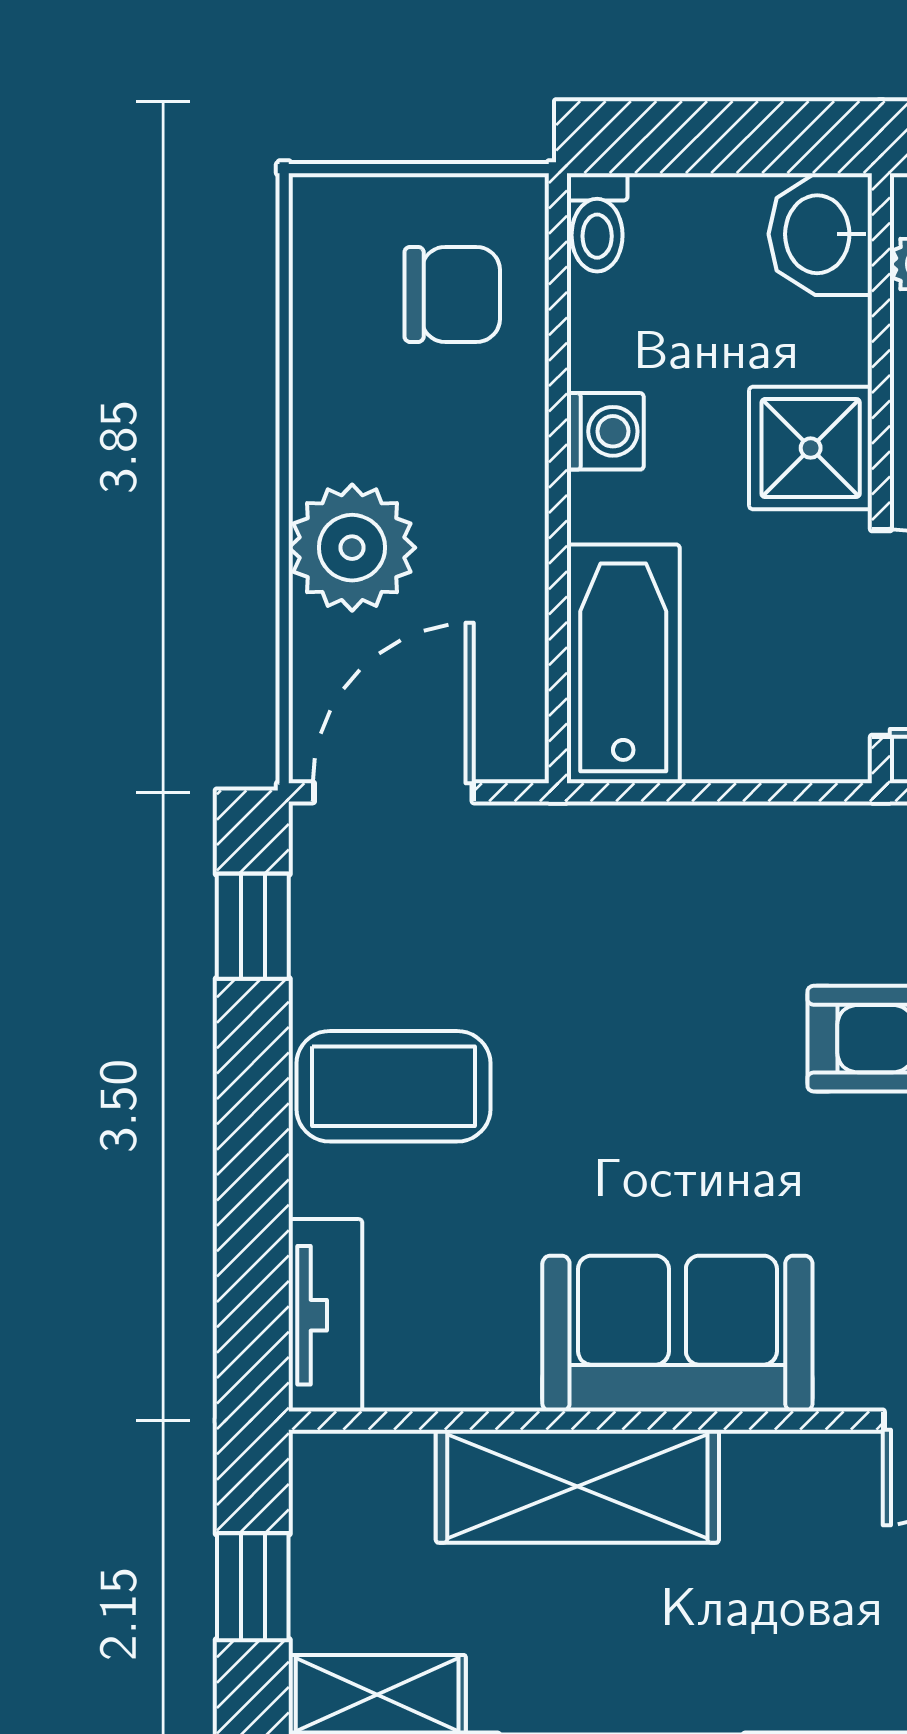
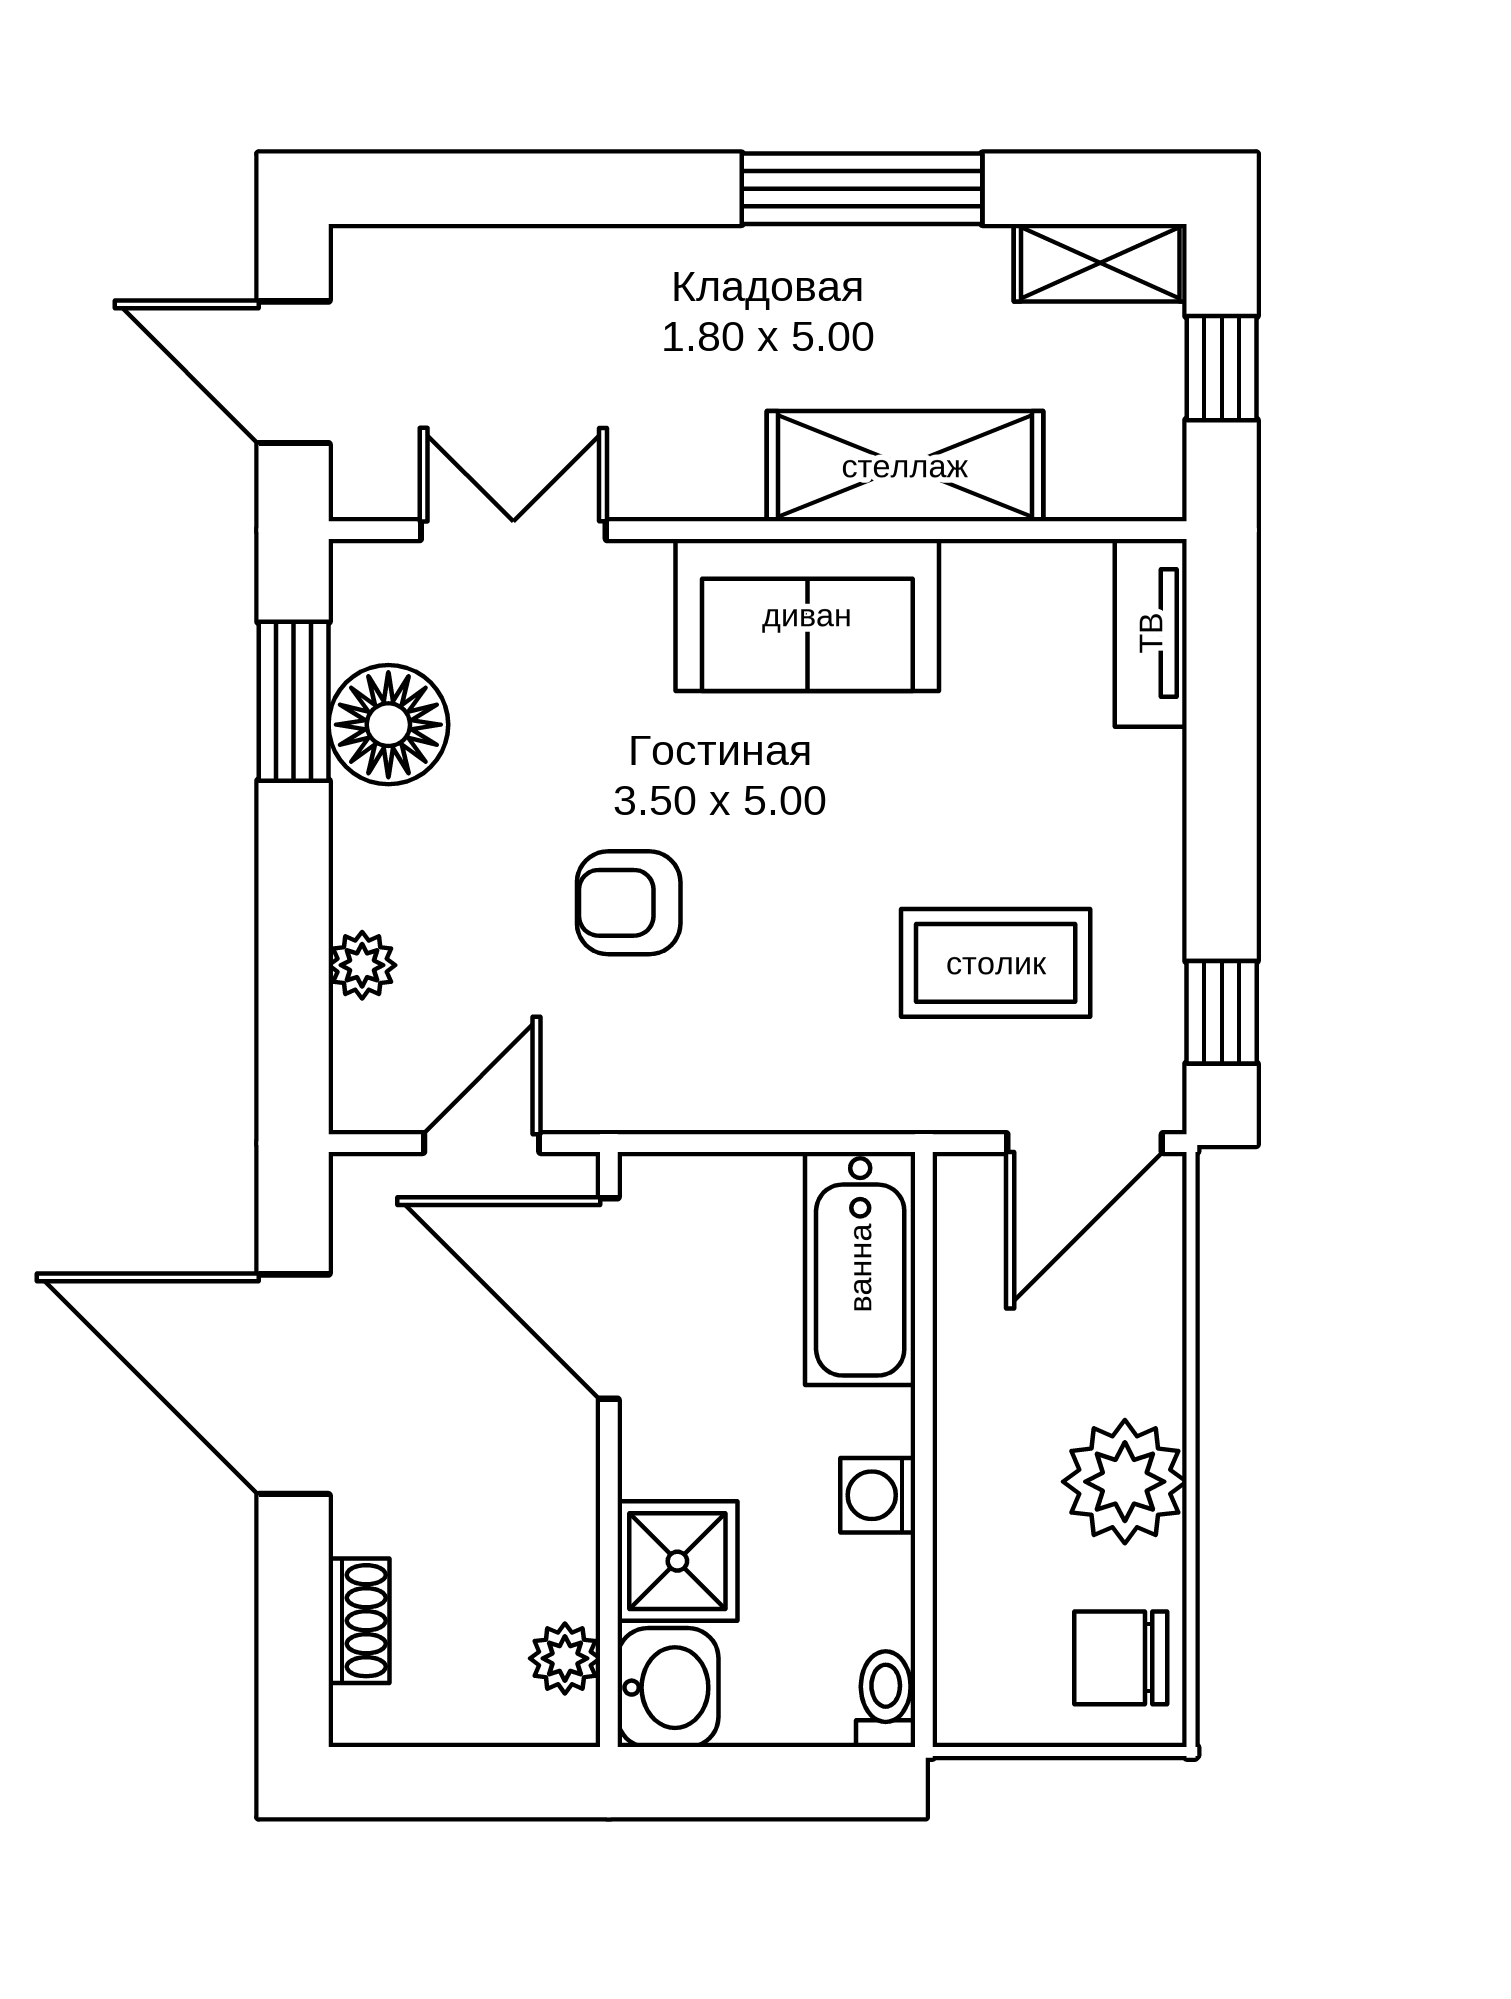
chair: (452, 294) -> (1121, 1658), moved
shower: (811, 448) -> (677, 1561), moved
plant: (352, 548) -> (1125, 1482), moved
coffee table: (393, 1086) -> (996, 963), moved

